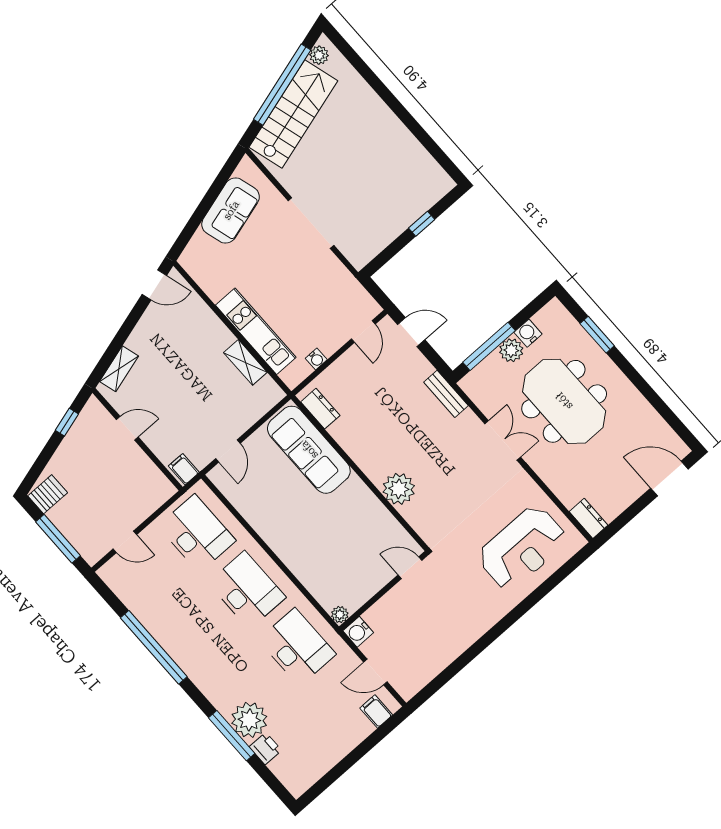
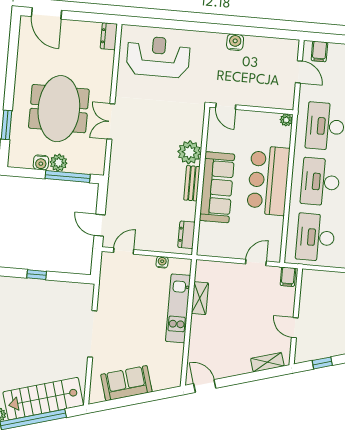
bench: (446, 394) -> (192, 183), moved
sofa: (309, 450) -> (217, 187), moved
bar counter: (297, 540) -> (268, 180), added
water cooler: (358, 632) -> (235, 42), moved, turned -90

